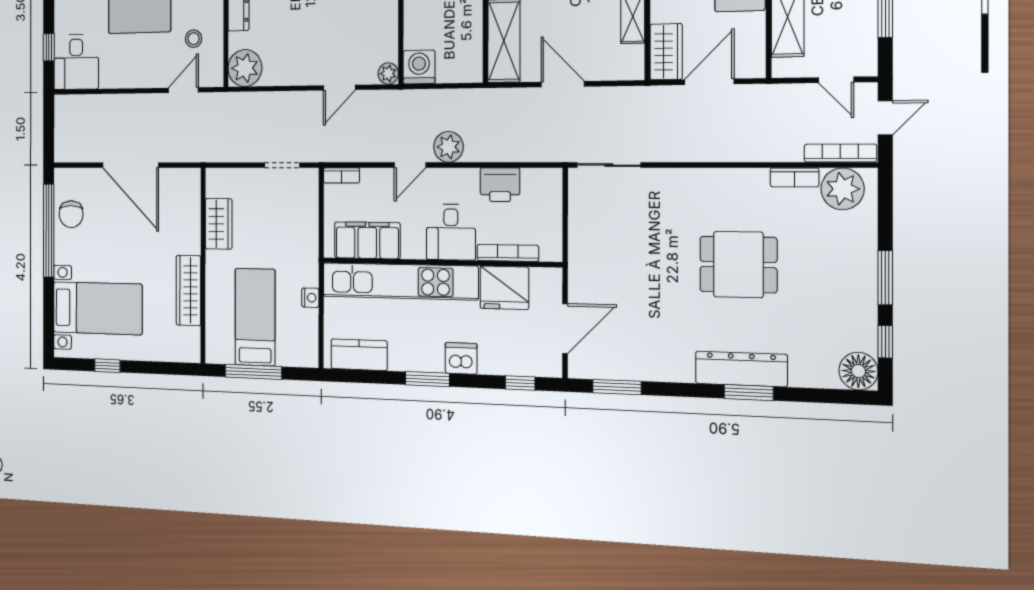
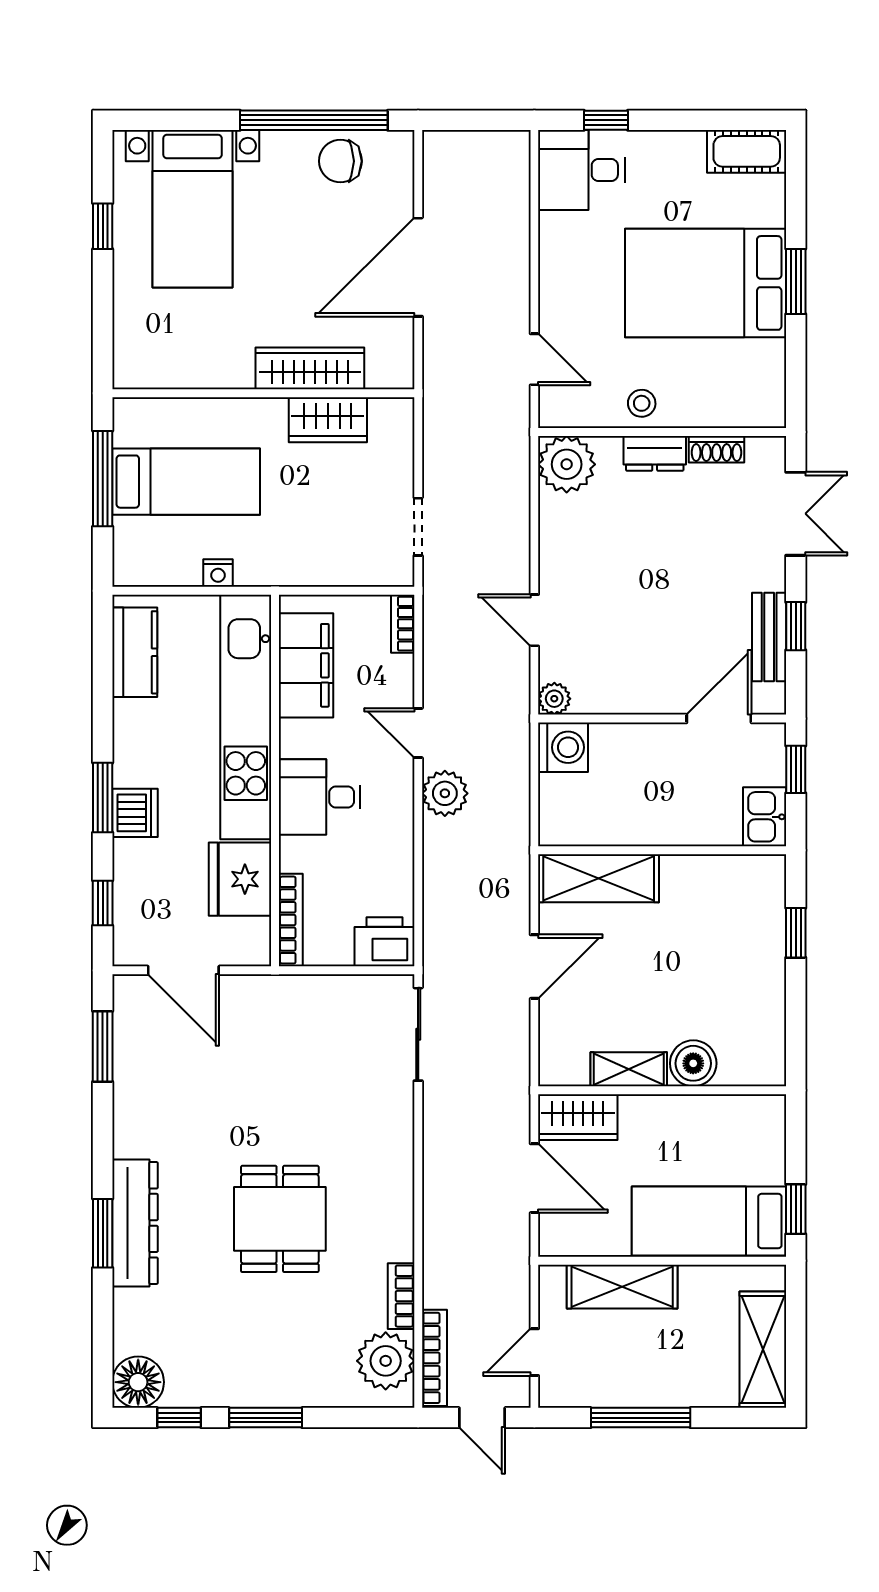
stool: (194, 39) -> (642, 403), moved
printer: (500, 185) -> (384, 942), moved, turned 90
bookcase: (508, 253) -> (291, 920), moved
wardrobe: (189, 290) -> (310, 368), moved
window: (427, 379) -> (103, 798), moved

